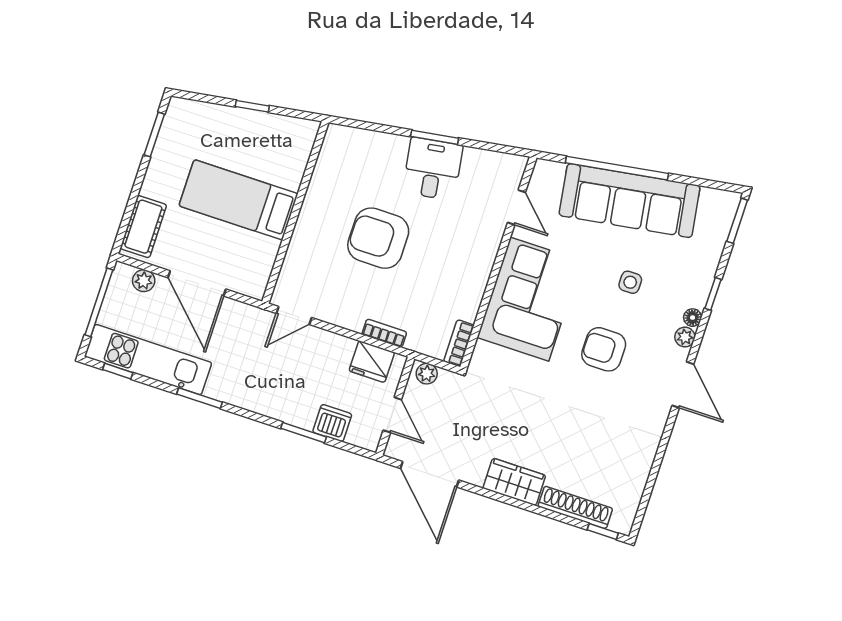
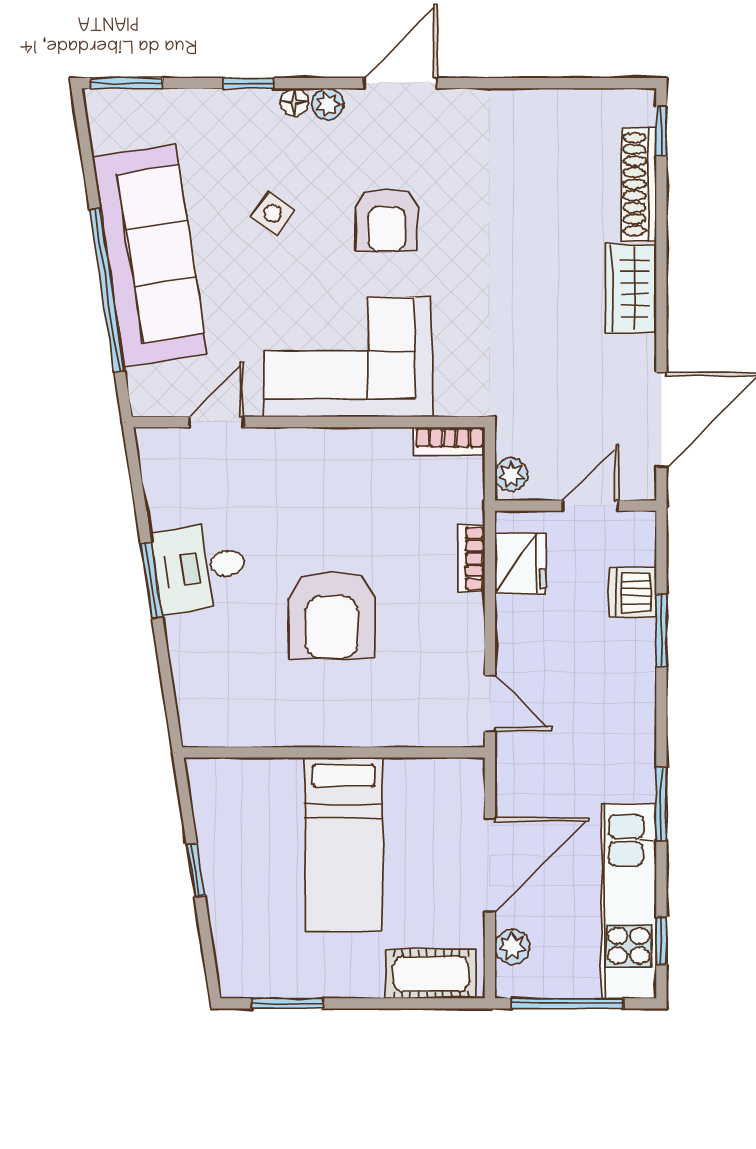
side table: (630, 282) -> (272, 214), turned 36

